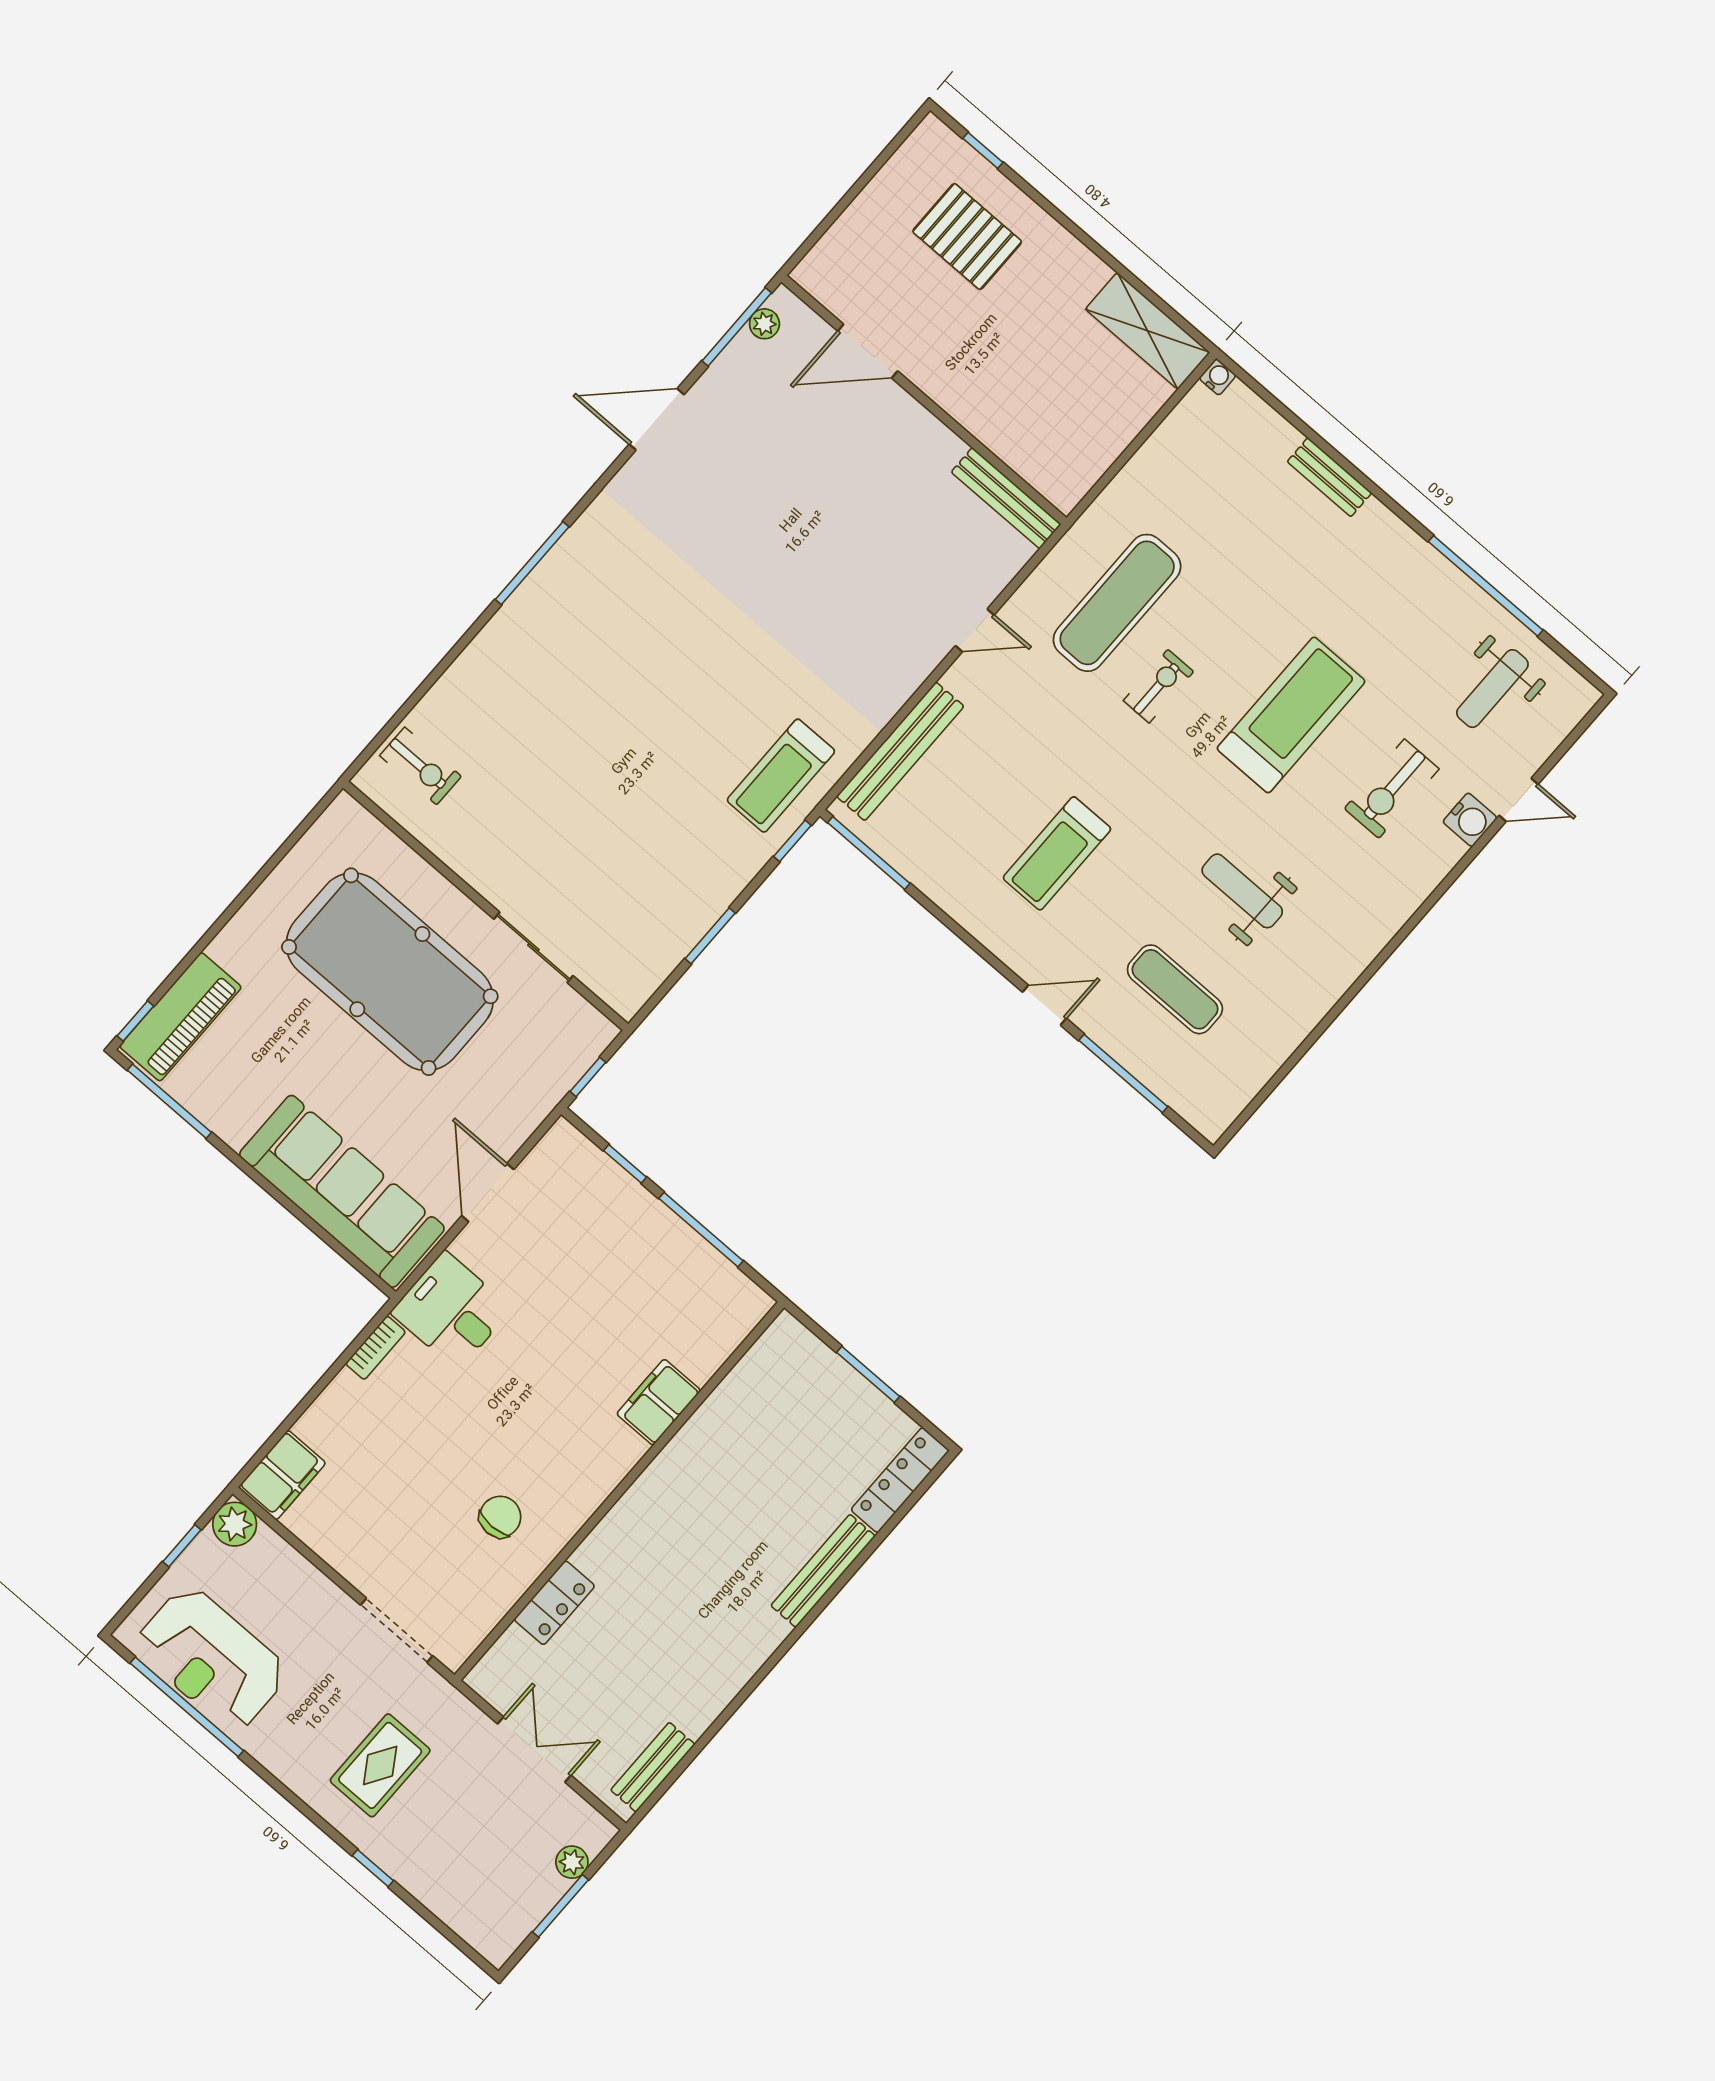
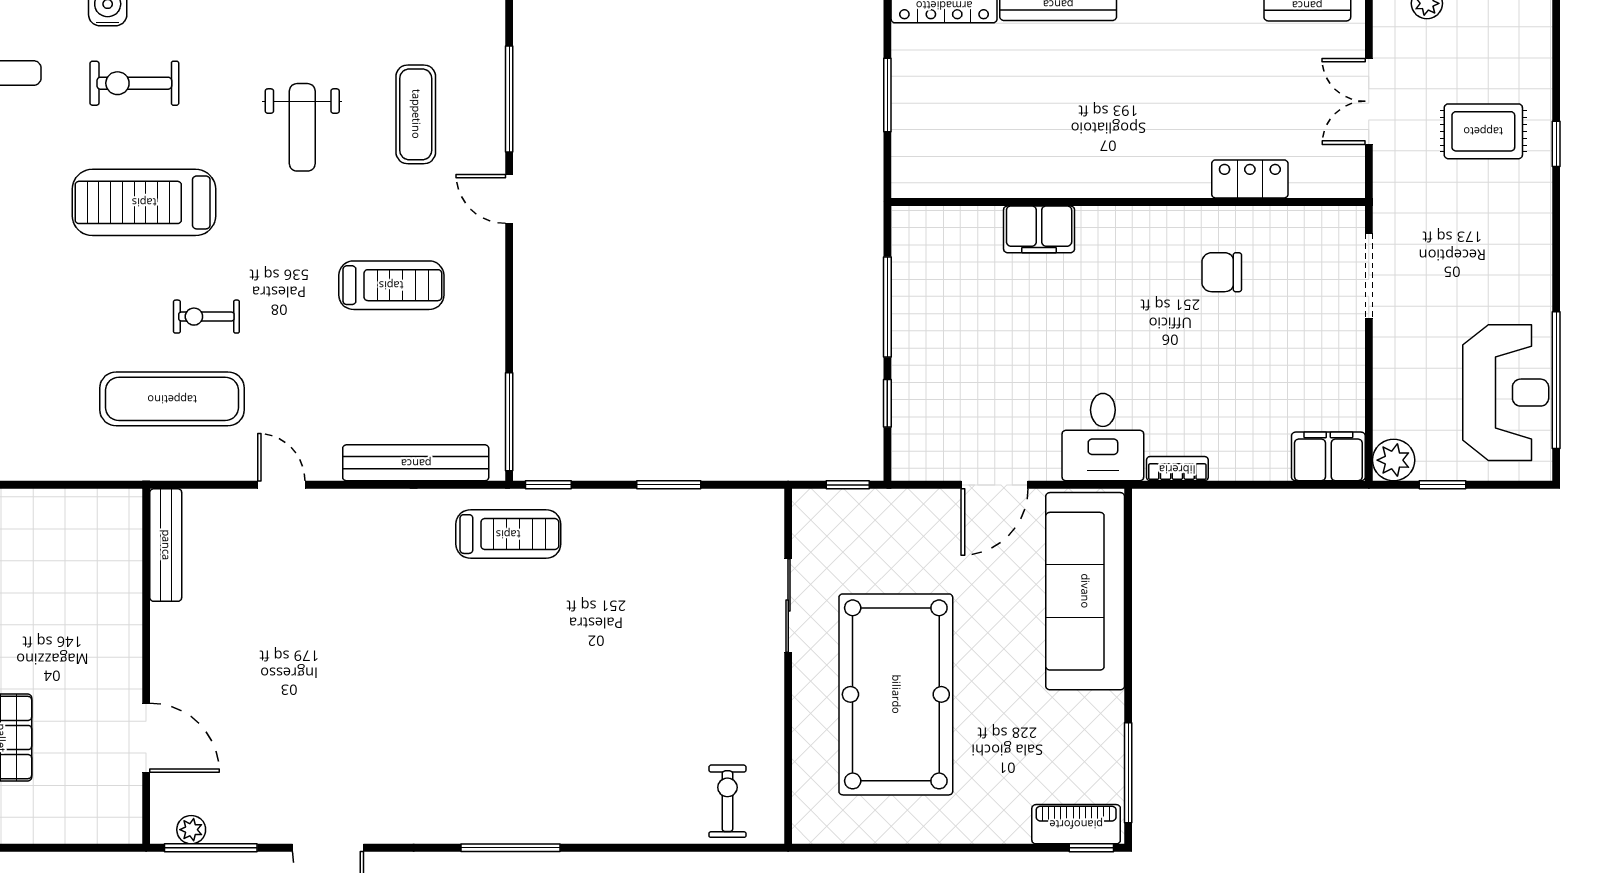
exercise bike: (1392, 789) -> (134, 83), turned 180
piano: (180, 1017) -> (1076, 824), width x0.73, depth x0.75
rug: (380, 1765) -> (1483, 131), moved

